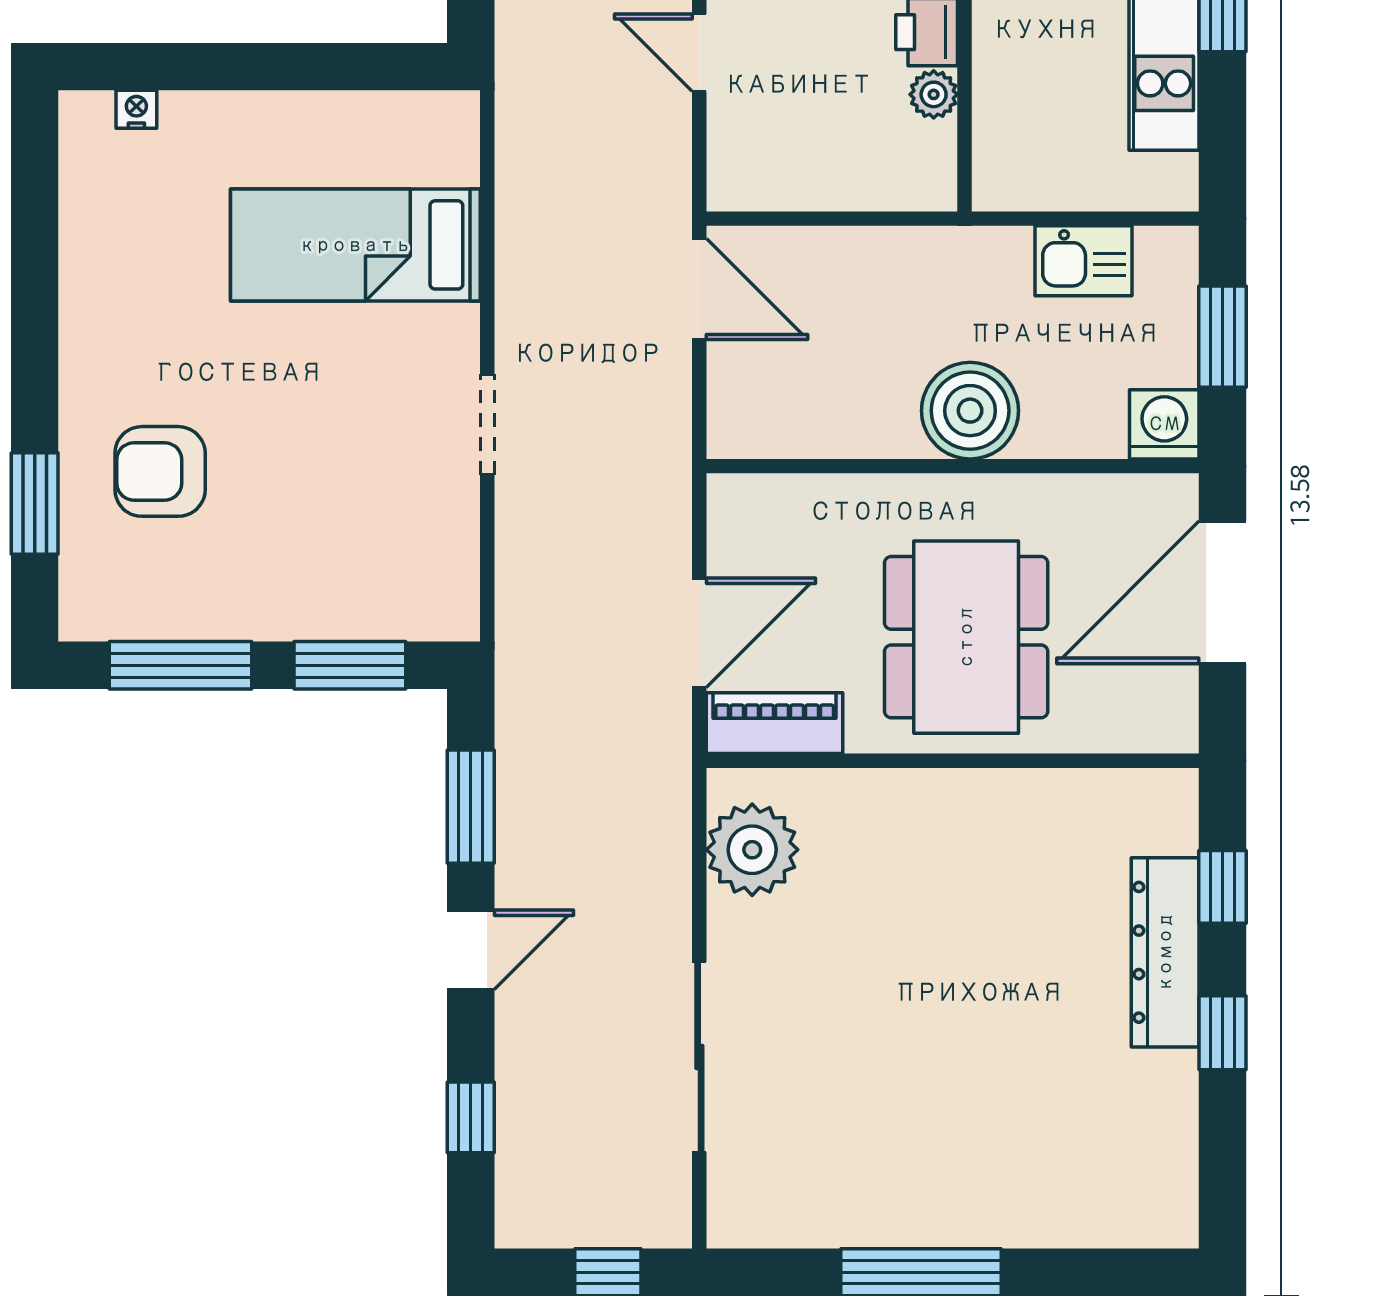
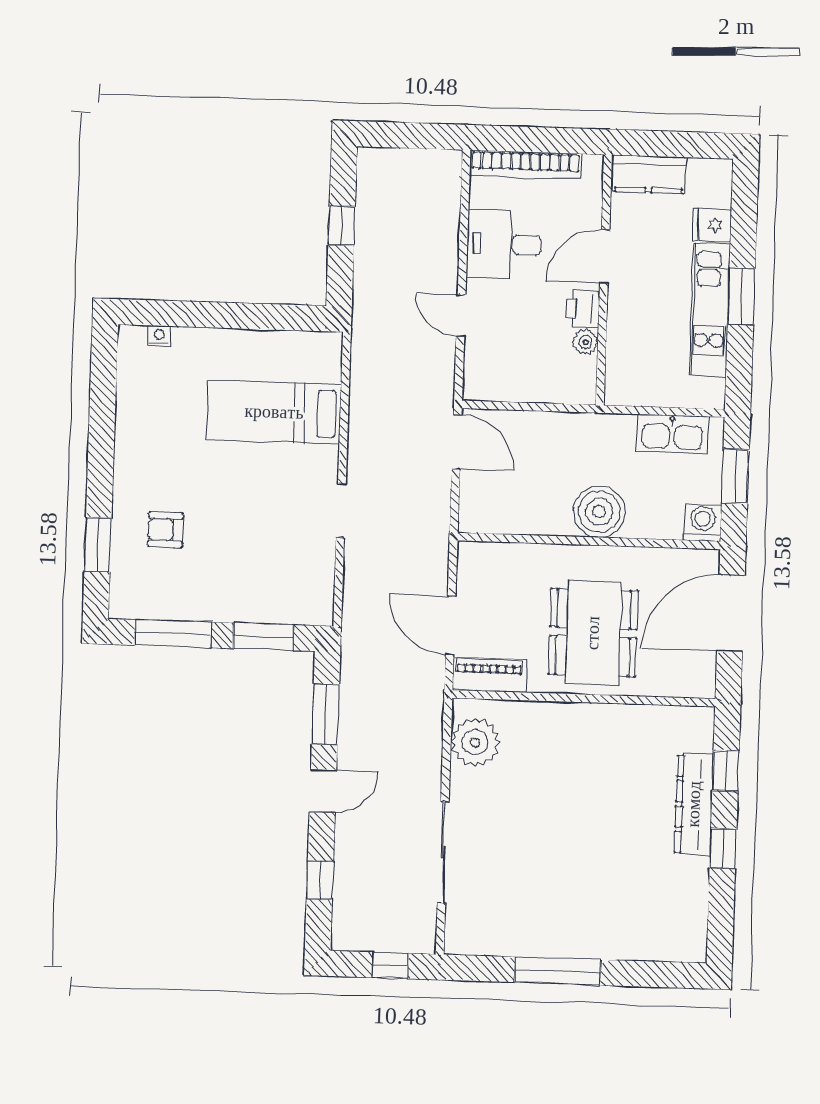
kitchen sink: (1083, 261) -> (672, 434), width x1.38
armchair: (160, 471) -> (165, 530), width x0.72, depth x0.72
door: (699, 633) -> (451, 626), swing flipped

